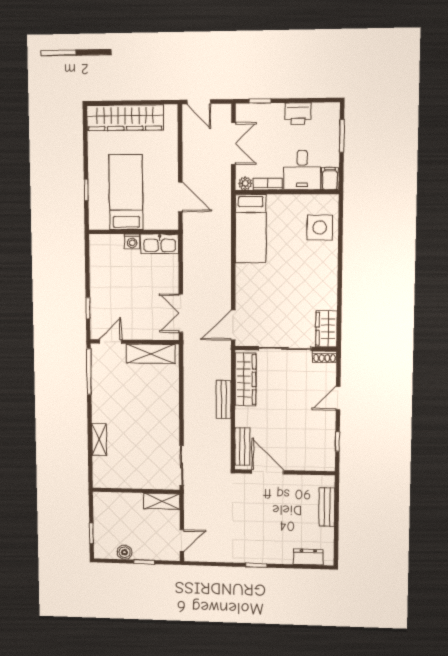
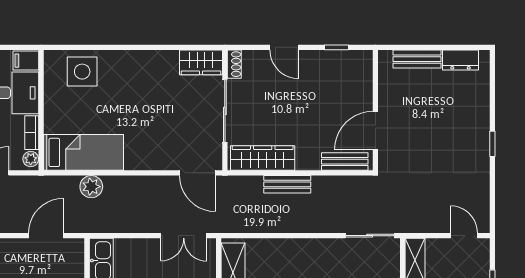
plant: (222, 235) -> (91, 187), added
dresser: (308, 557) -> (460, 60), moved, turned -90

